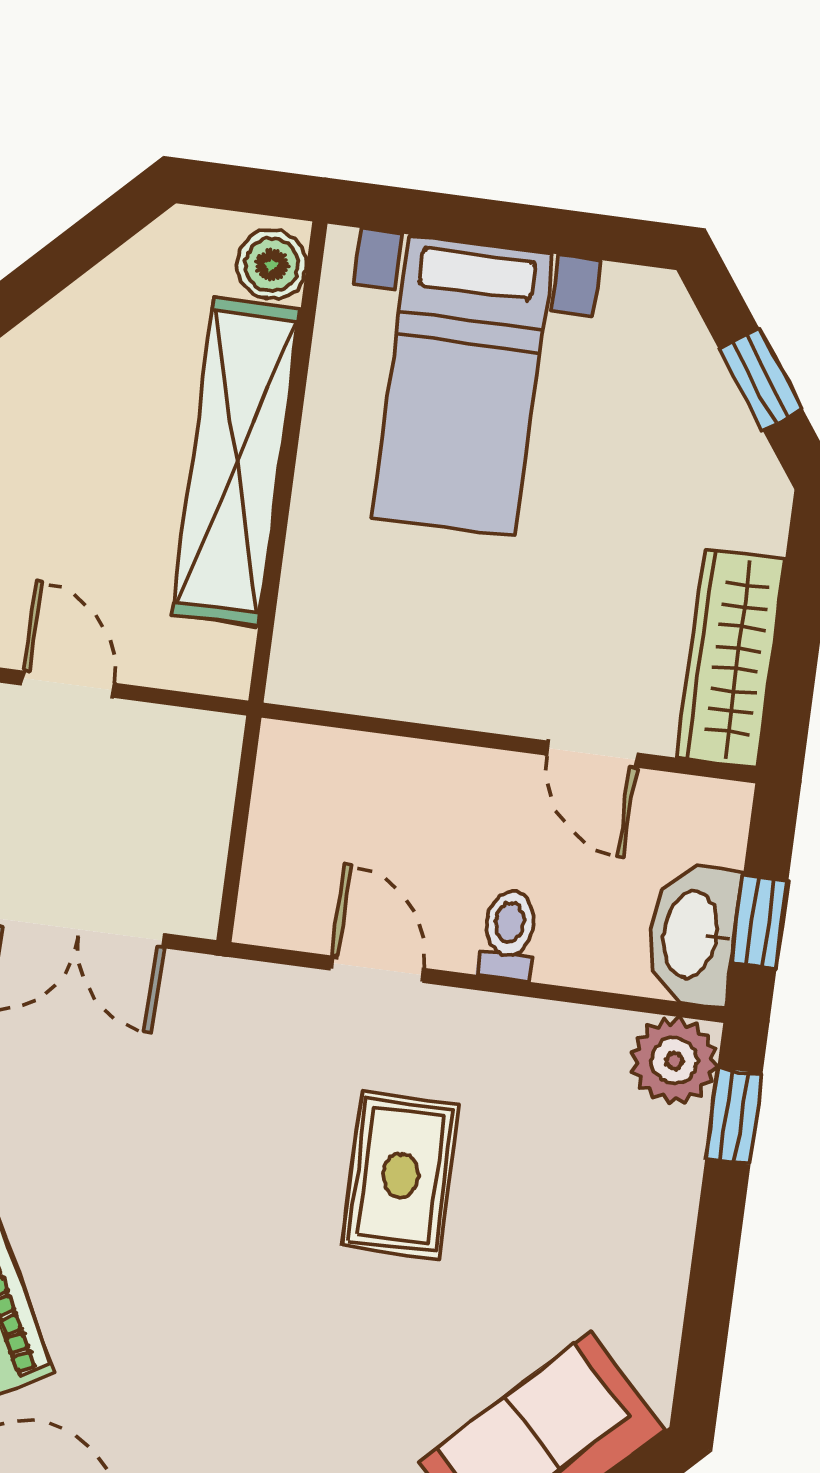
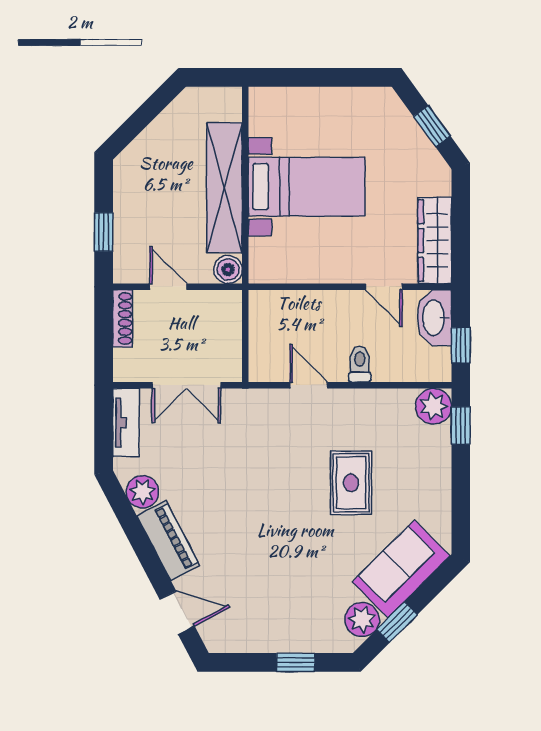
boiler: (272, 264) -> (228, 270), moved
bed with nightstands: (462, 386) -> (307, 187), moved, turned -90
washbasin: (693, 935) -> (434, 318), moved
rug: (401, 1175) -> (351, 483), moved

